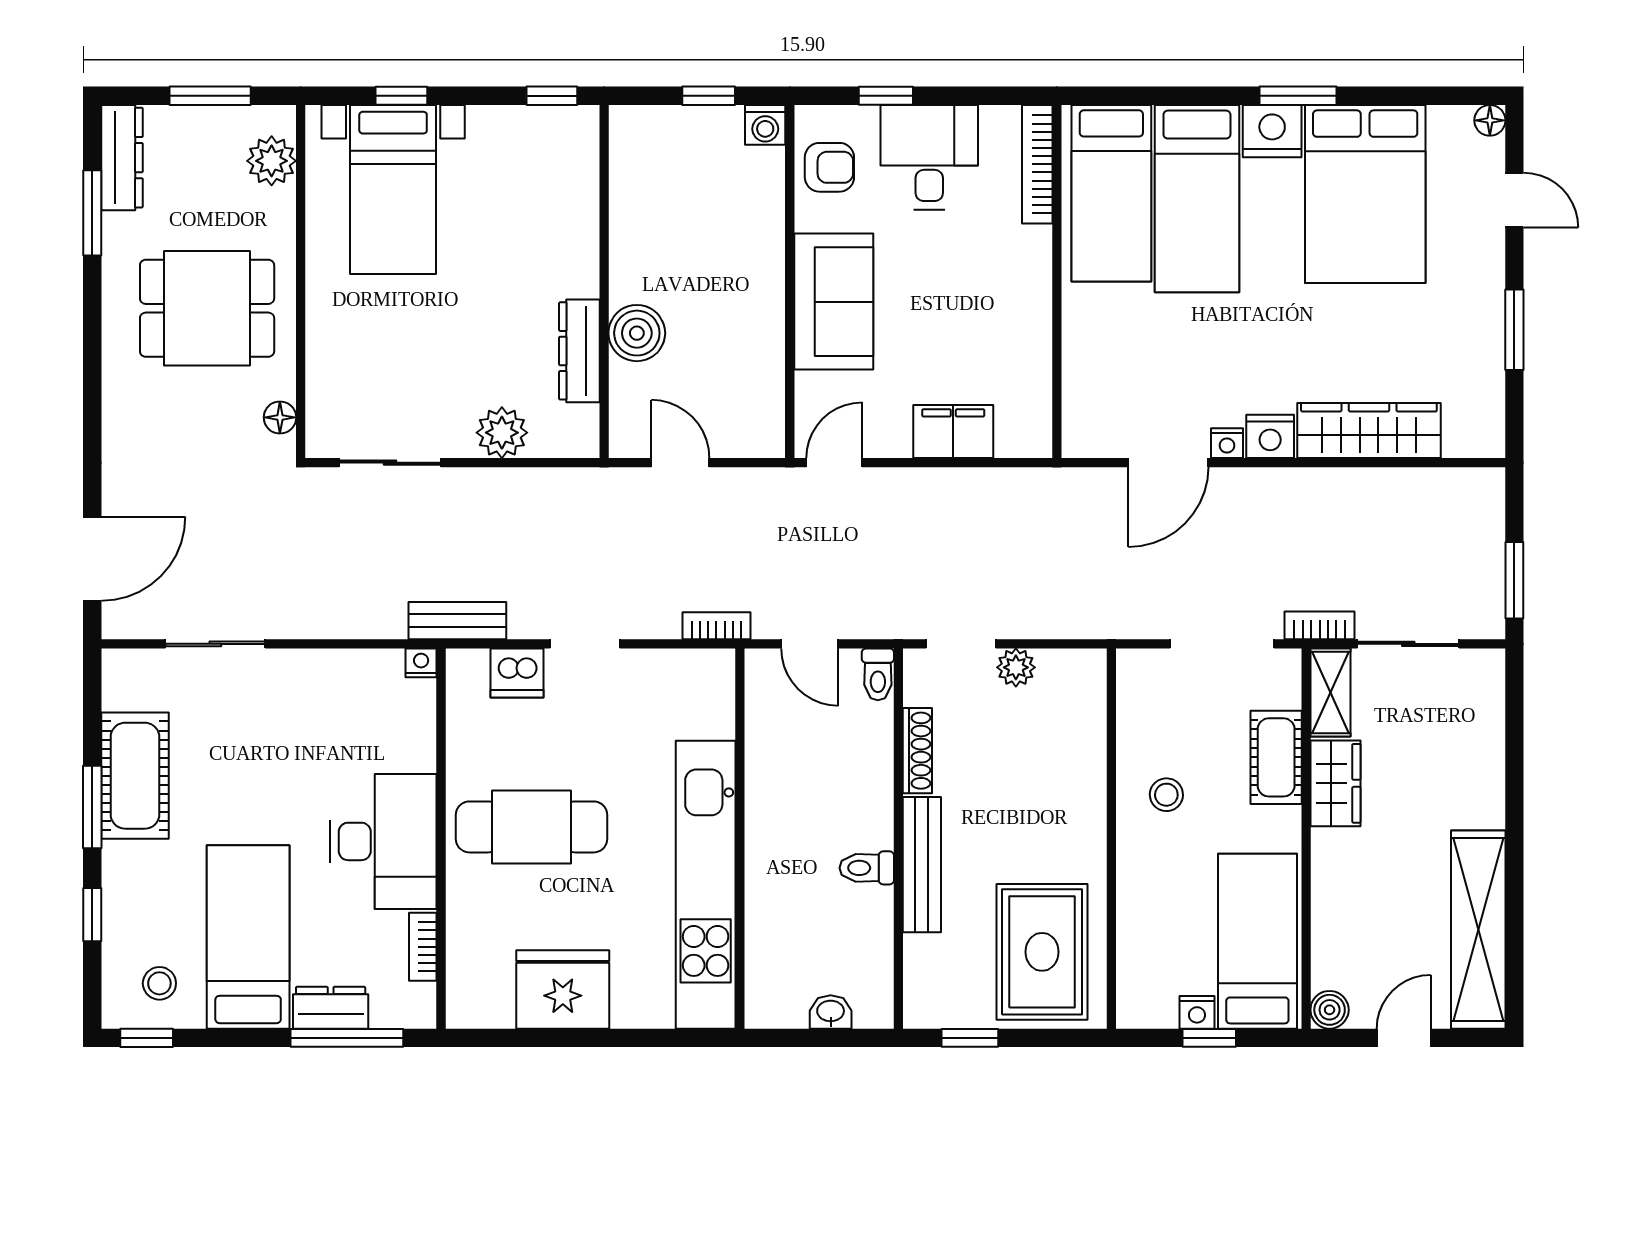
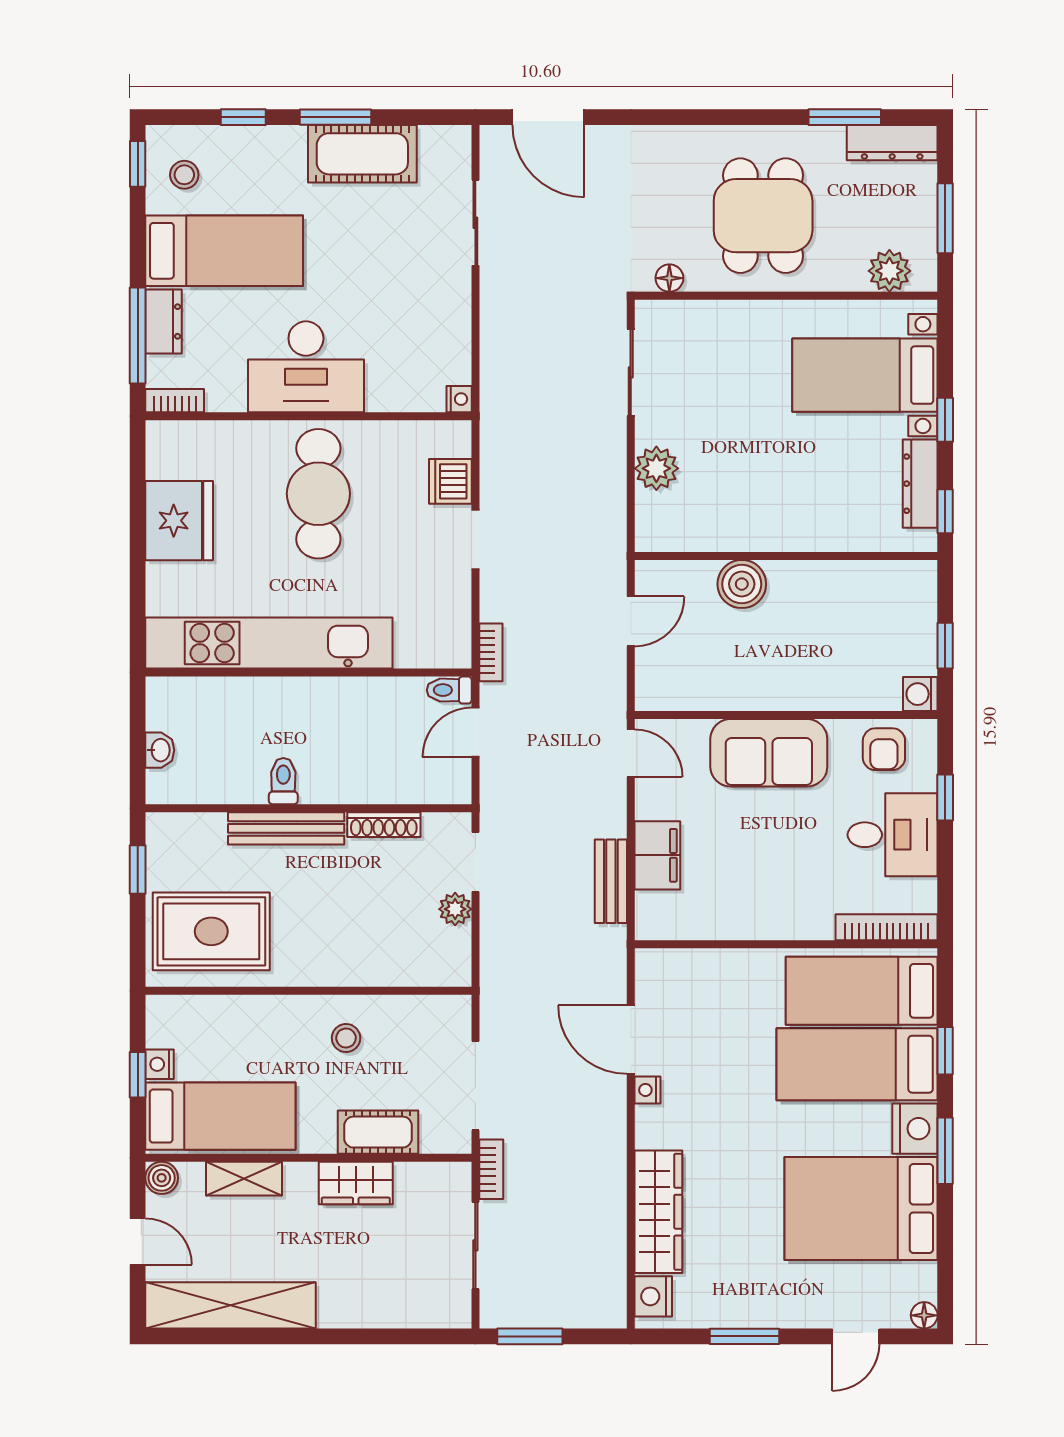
window: (401, 96) -> (945, 420), moved
window: (1181, 96) -> (945, 1051), added
dresser: (579, 351) -> (920, 484), moved, turned -90
nightstand: (1270, 436) -> (653, 1296), moved
bench: (457, 621) -> (611, 881), moved
toilet: (878, 674) -> (449, 690), moved
shelving: (1330, 693) -> (244, 1179), moved
bookcase: (423, 947) -> (175, 401), moved

